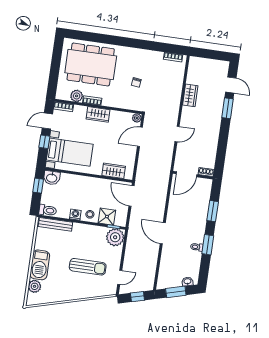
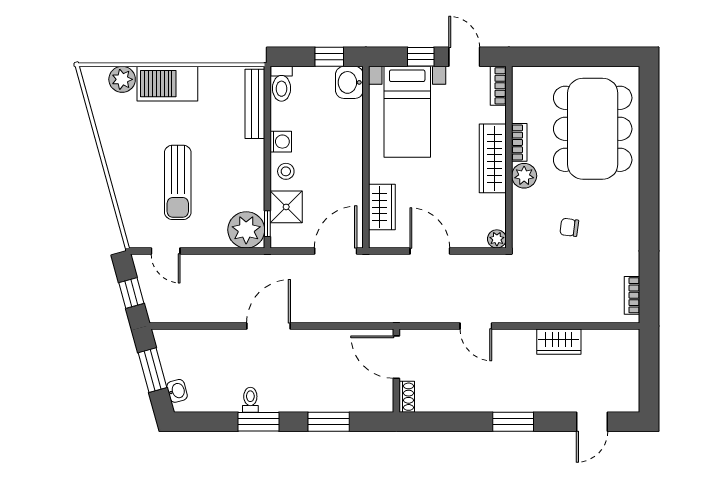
plant: (77, 96) -> (524, 176), moved
window: (227, 108) -> (513, 422), moved
wardrobe: (98, 114) -> (493, 158), width x1.50
door: (140, 137) -> (430, 251), moved

